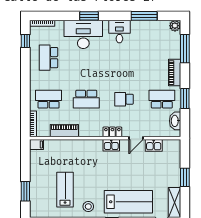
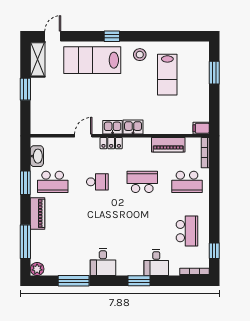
desk: (83, 34) -> (156, 263), width x0.53, depth x0.77
kitchen sink: (154, 145) -> (133, 127), moved

